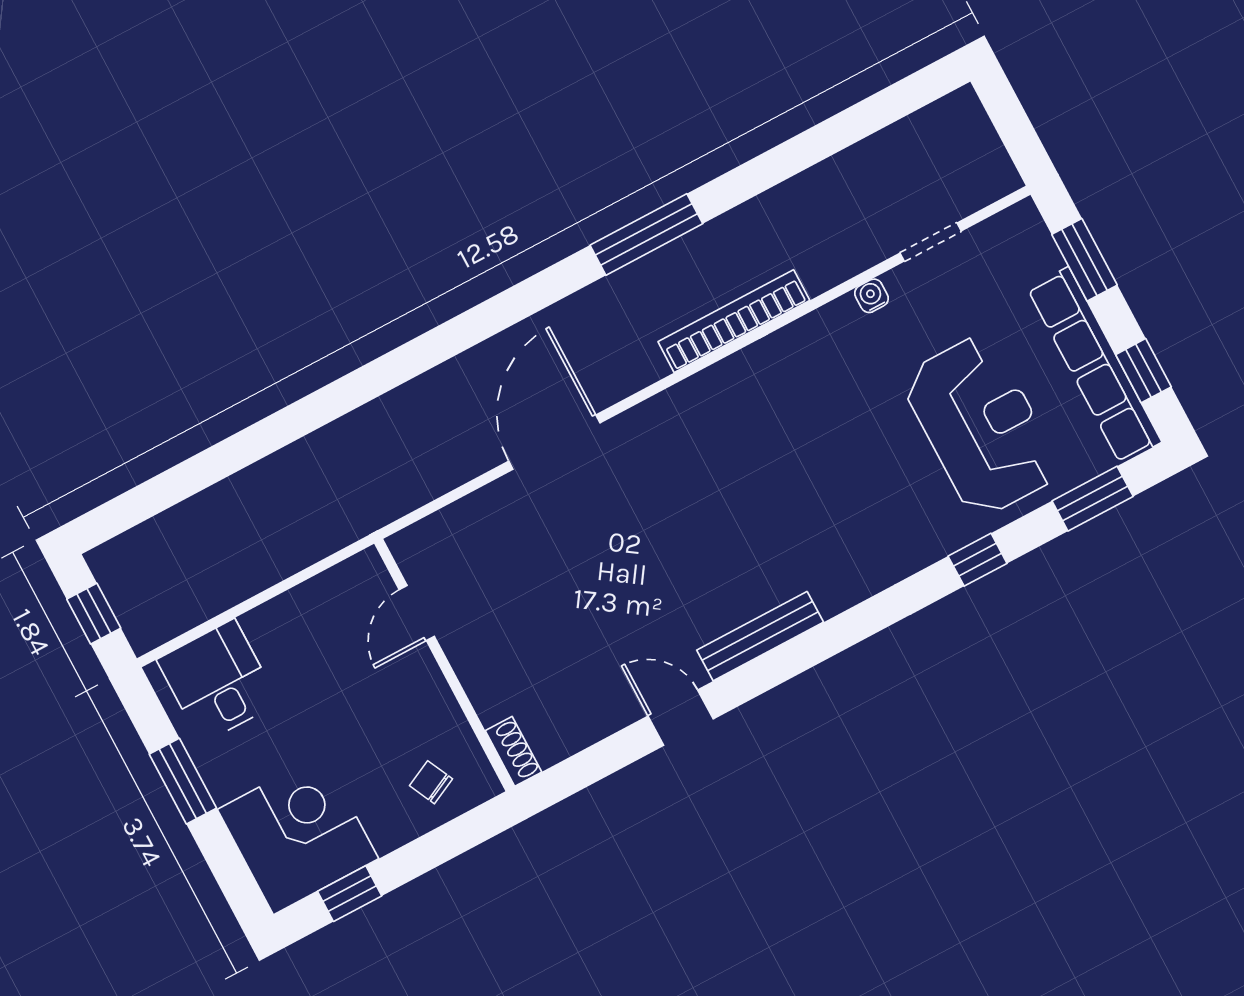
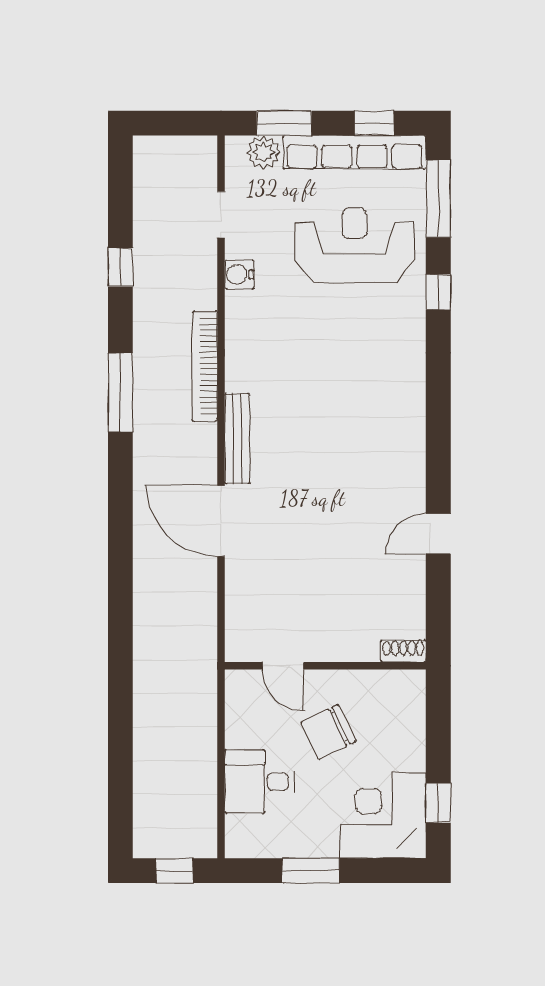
window: (800, 153) -> (120, 267), added
plant: (1035, 253) -> (263, 152), added
water cooler: (872, 296) -> (239, 274), width x1.38, depth x1.38
window: (1093, 499) -> (438, 199), width x1.44
bench: (760, 636) -> (237, 439), moved
desk: (218, 681) -> (259, 782), moved
chair: (431, 782) -> (328, 732), moved, width x1.87, depth x1.87

